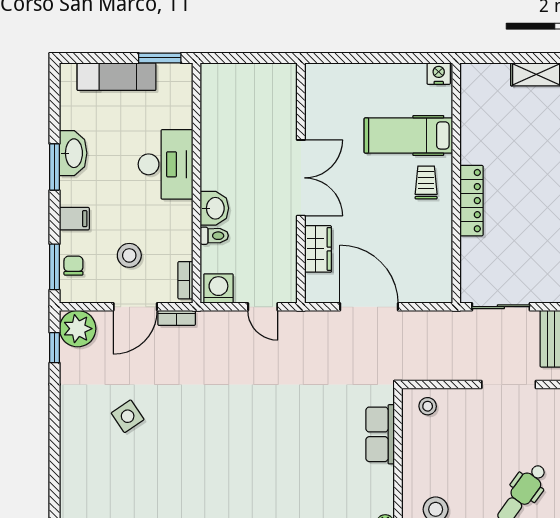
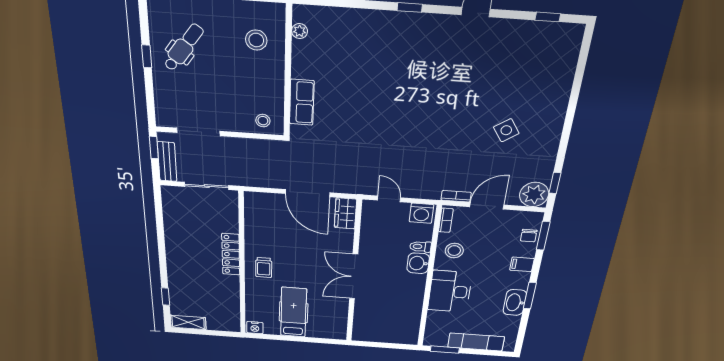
hospital bed: (408, 135) -> (294, 312), moved, turned -90
wardrobe: (318, 249) -> (345, 213), moved
stool: (129, 255) -> (454, 251), moved

